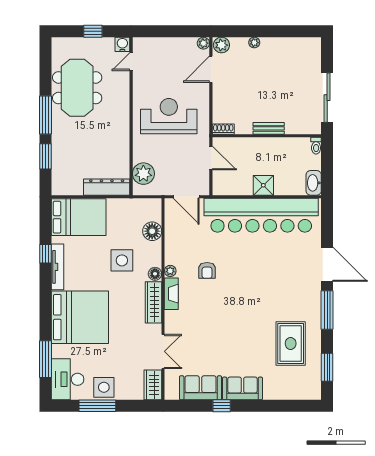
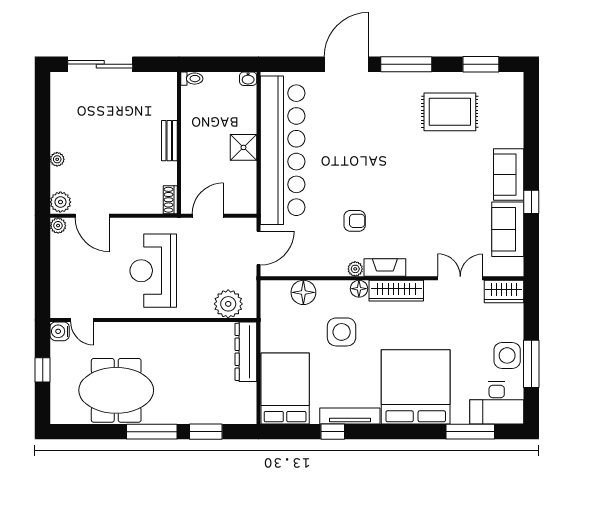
sliding door: (327, 98) -> (100, 64), moved
washbasin: (314, 183) -> (248, 79), width x0.52, depth x0.69

